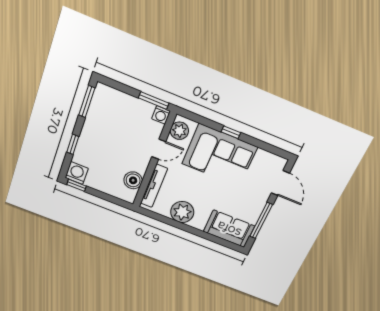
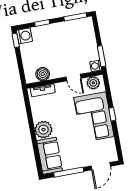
tv unit: (154, 186) -> (43, 90), width x0.71
plant: (182, 212) -> (43, 130), moved

